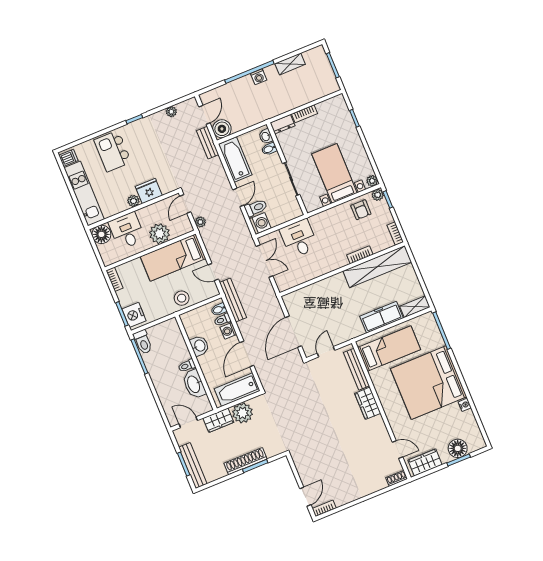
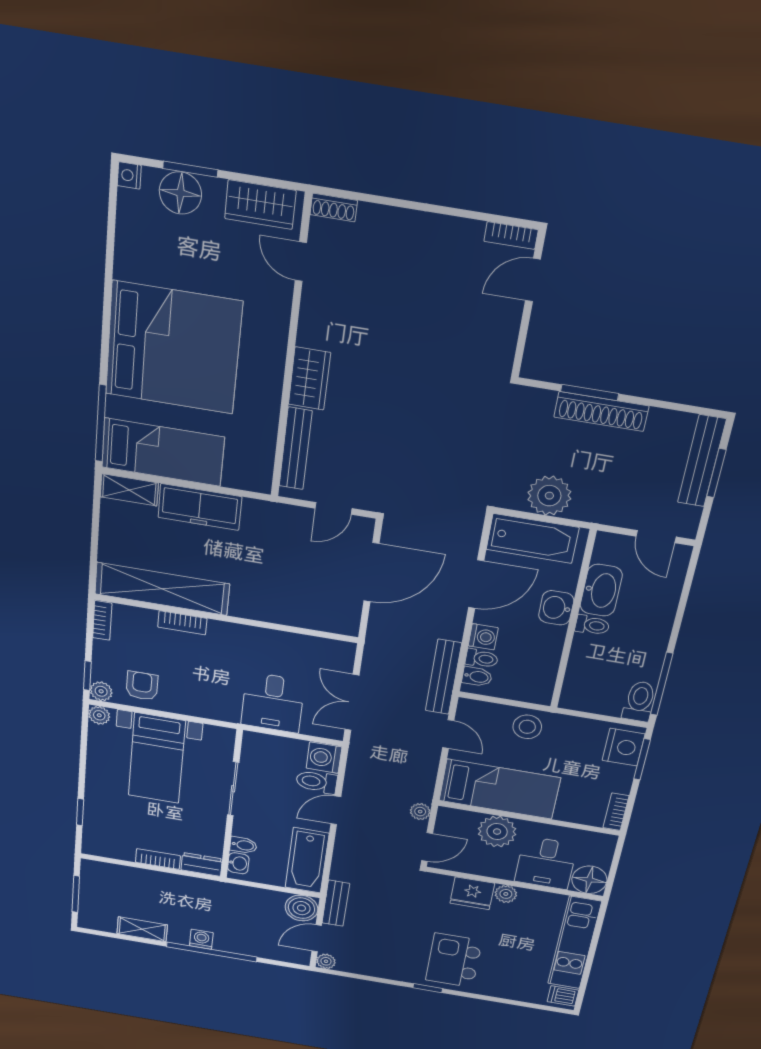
plant: (171, 112) -> (326, 961), moved
kitchen island: (113, 151) -> (454, 960), moved, turned 180
washbasin: (199, 346) -> (556, 608), moved
bed: (389, 349) -> (163, 452), moved, turned 180
nightstand: (465, 405) -> (129, 175), moved
wardrobe: (218, 420) -> (601, 509), removed

